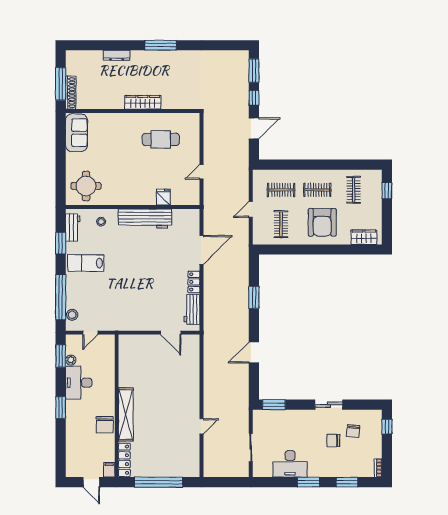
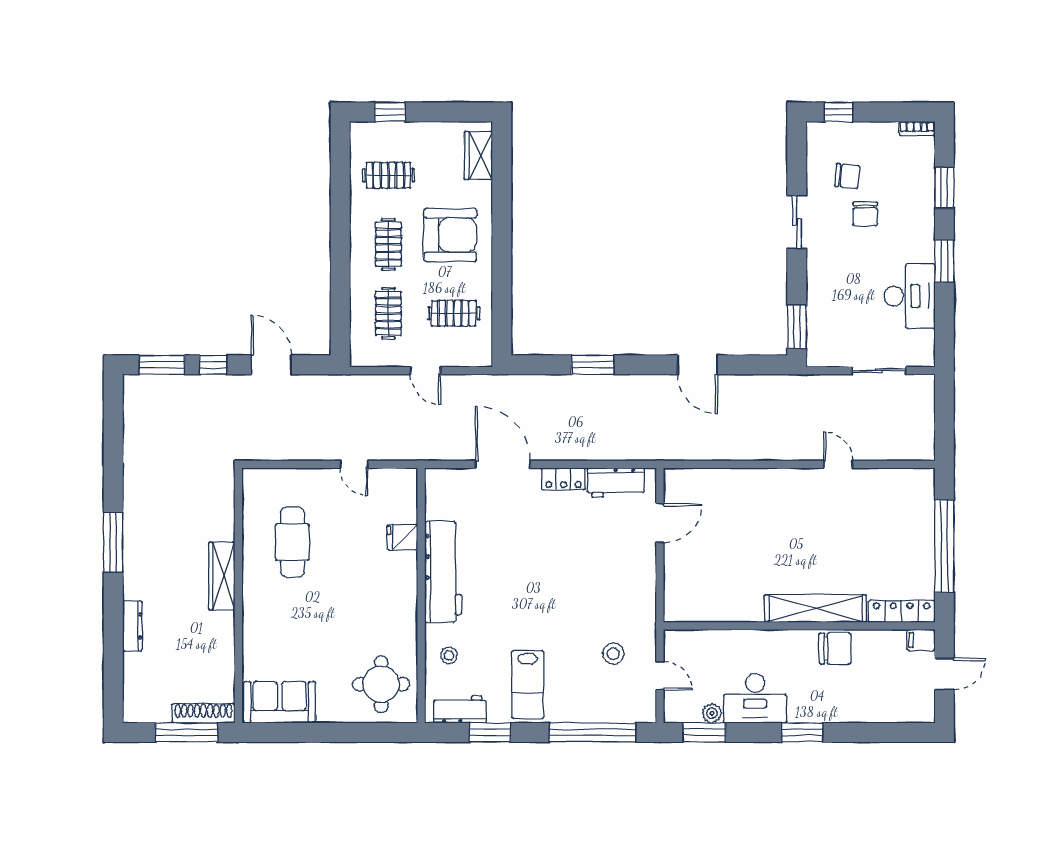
stool: (72, 315) -> (613, 654), moved

